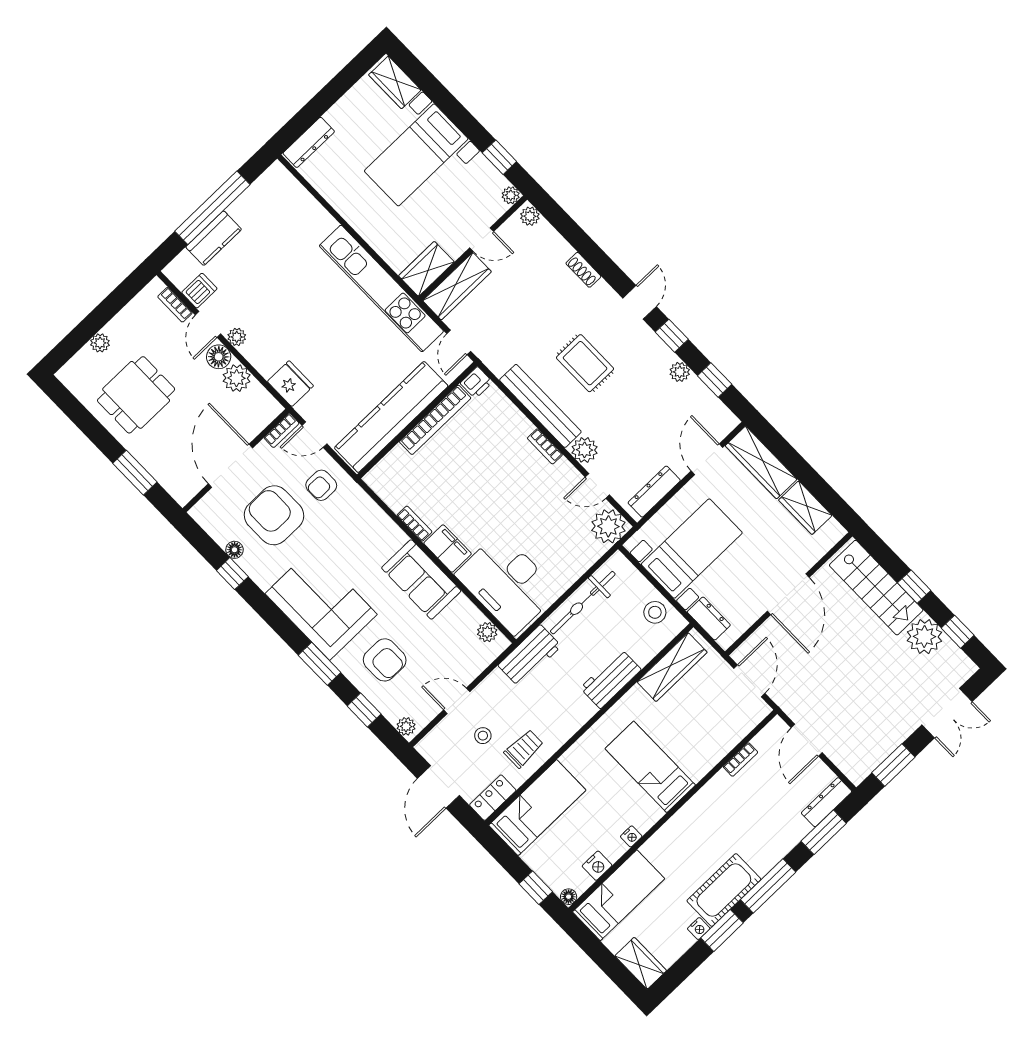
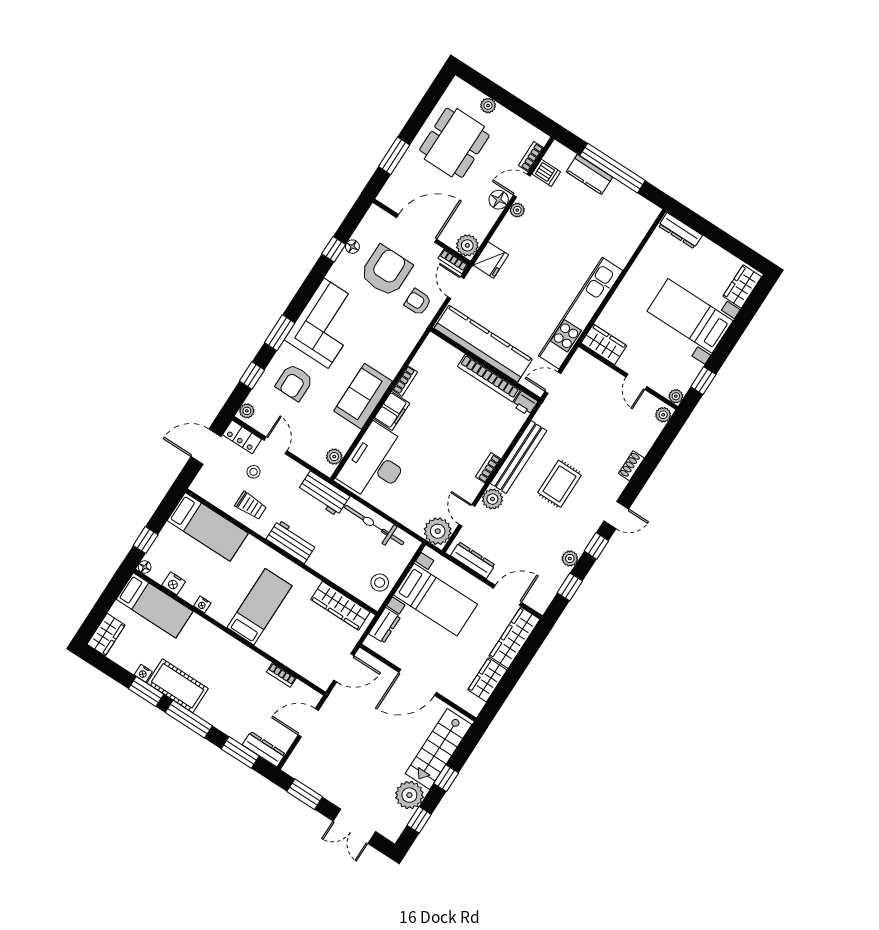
wardrobe: (457, 286) -> (596, 371), removed
plant: (237, 378) -> (467, 245), moved
dining table: (136, 395) -> (454, 143), width x1.38
workbench: (611, 679) -> (291, 542), moved
locker: (493, 798) -> (242, 437), moved, turned 180

